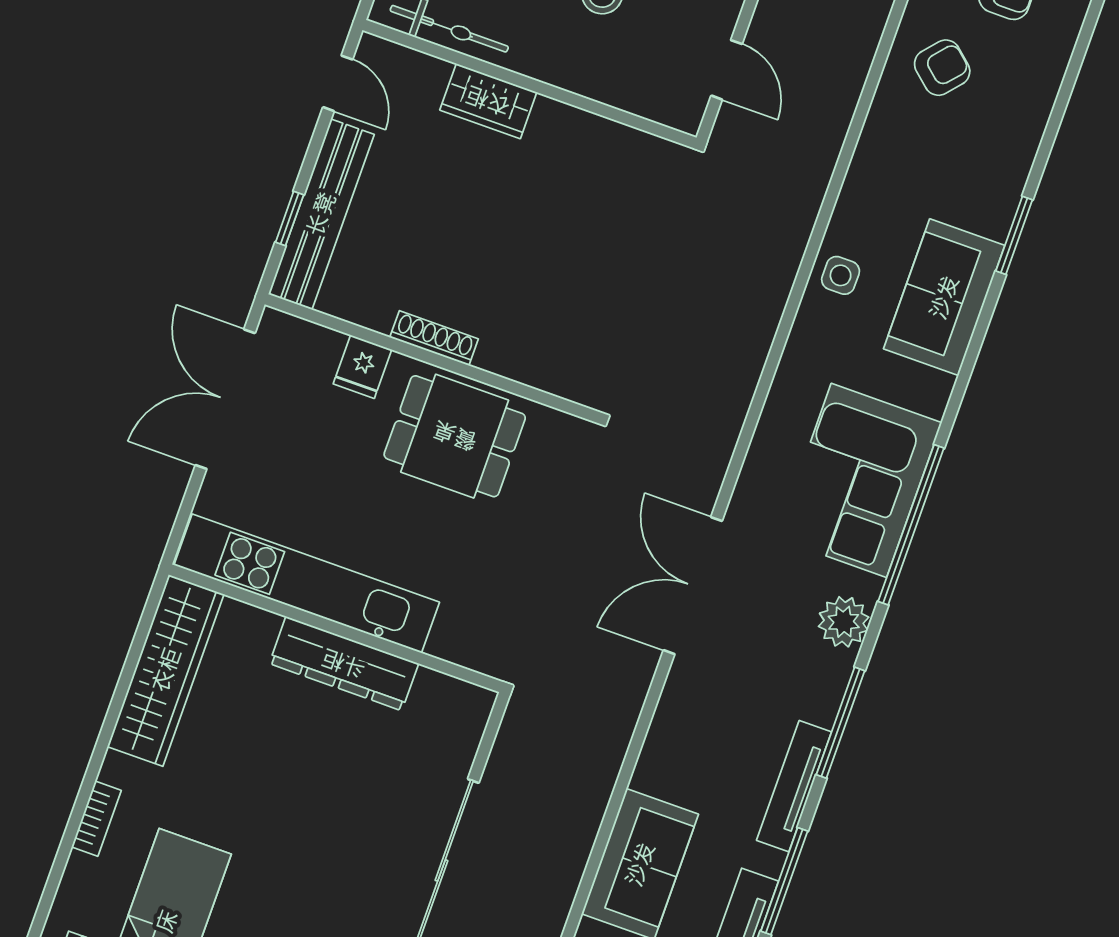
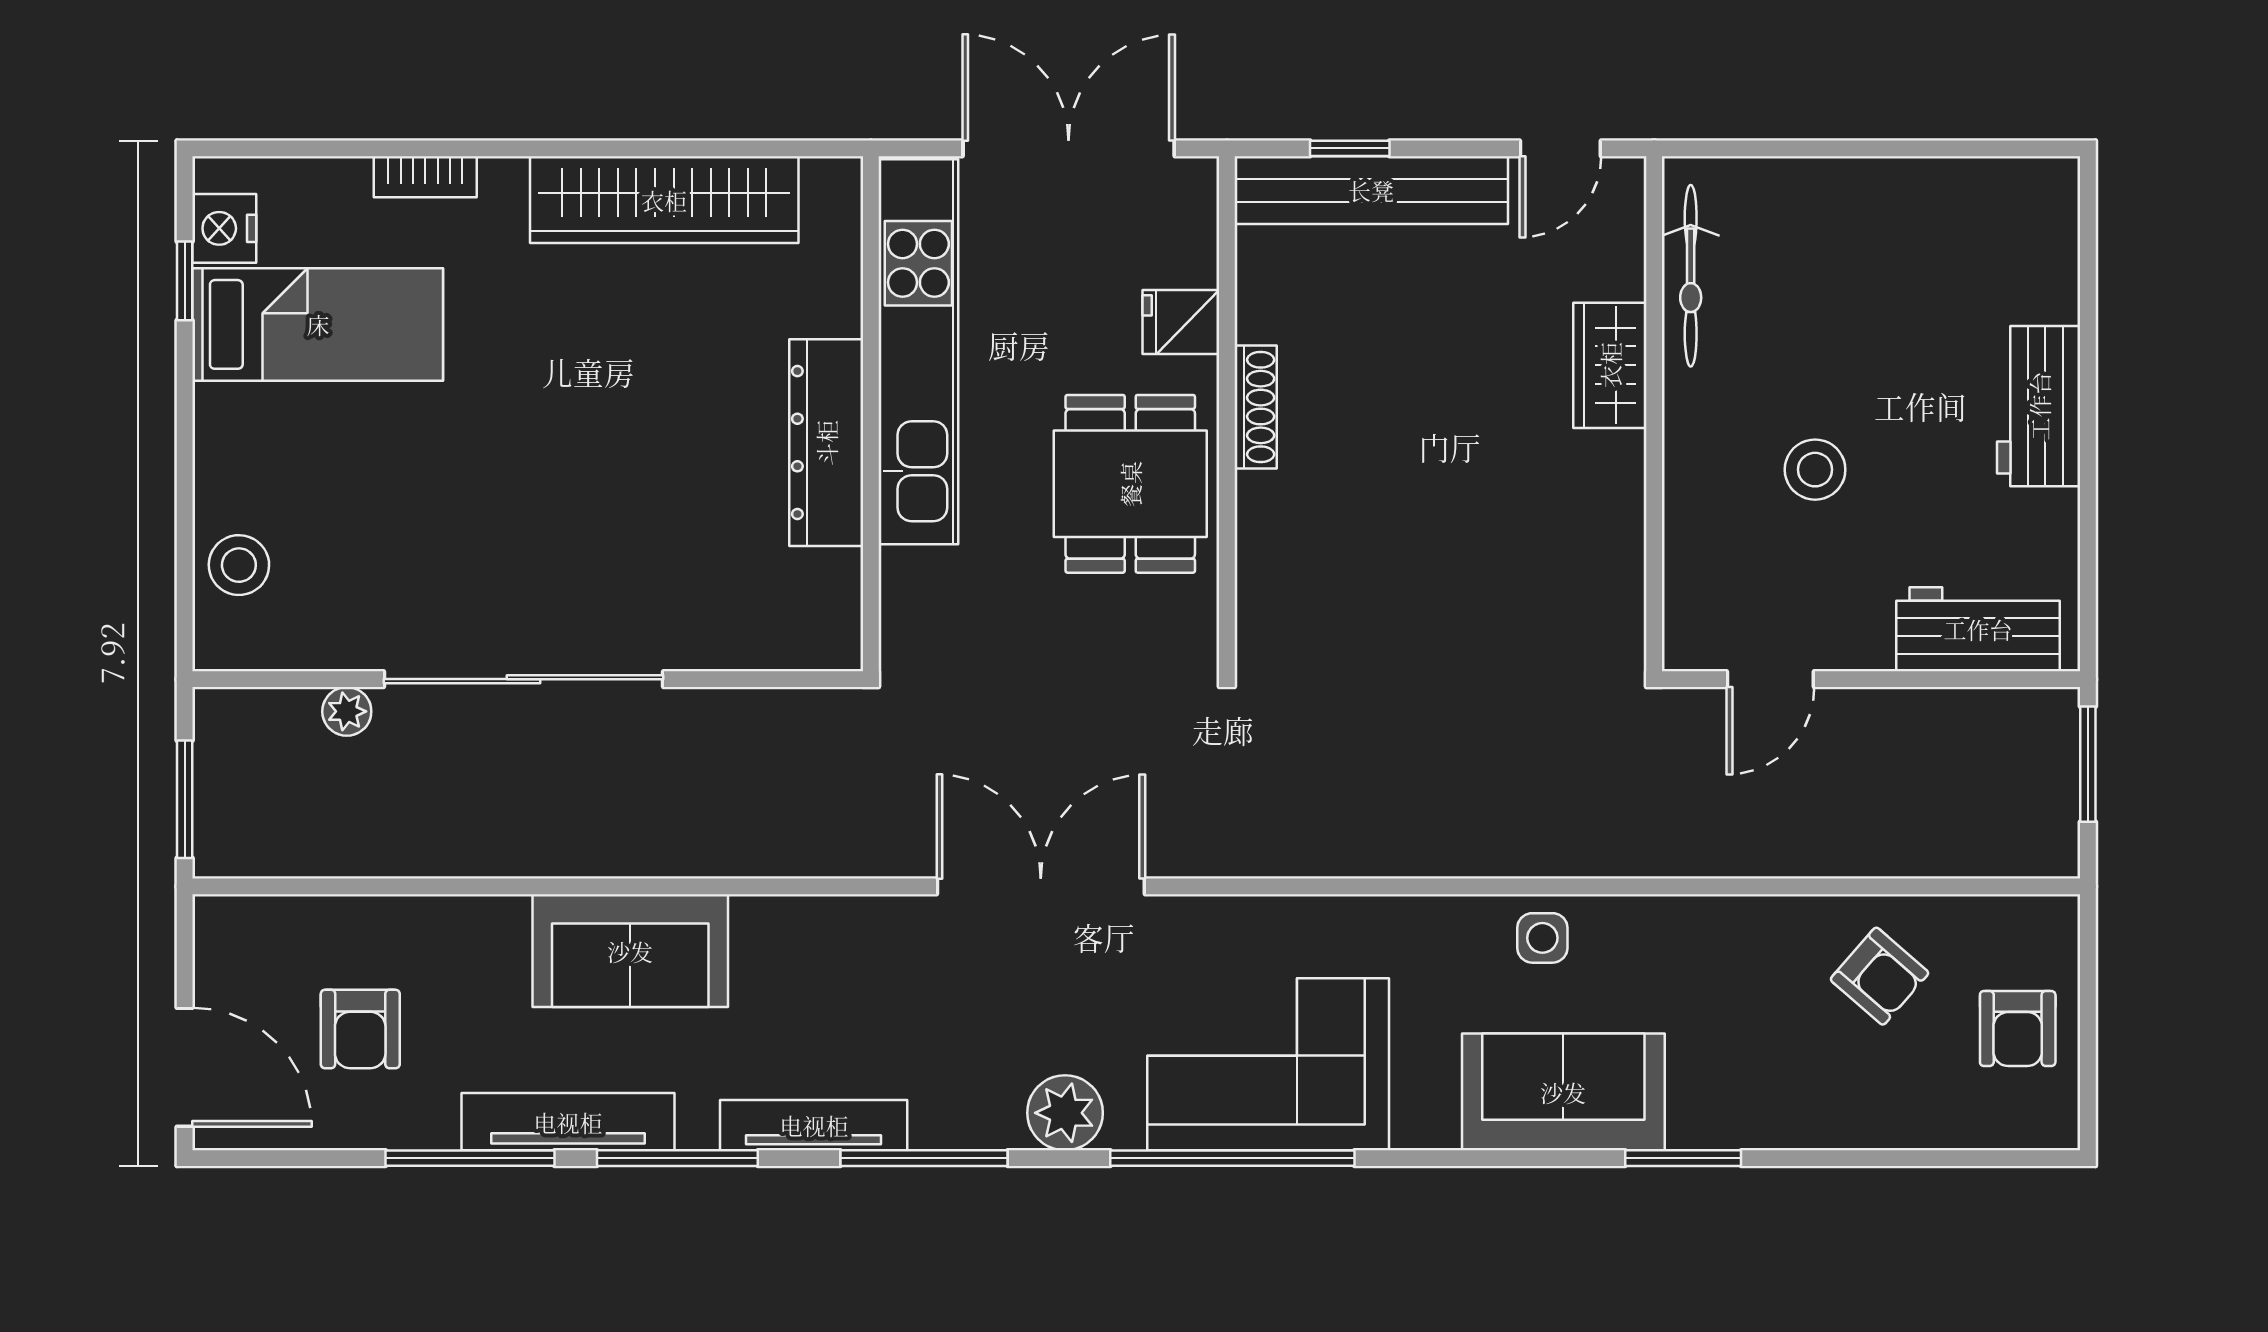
kitchen unit: (307, 584) -> (918, 352), moved
wall: (336, 628) -> (871, 414), moved
dresser: (344, 664) -> (826, 443), moved

